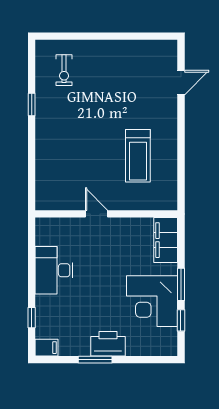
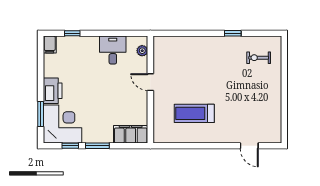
door: (97, 214) -> (150, 82), swing flipped
plant: (55, 225) -> (142, 51), added
desk: (54, 270) -> (113, 50), width x0.73
corner desk: (152, 301) -> (62, 124), moved, turned 90
window: (95, 360) -> (41, 114), moved

